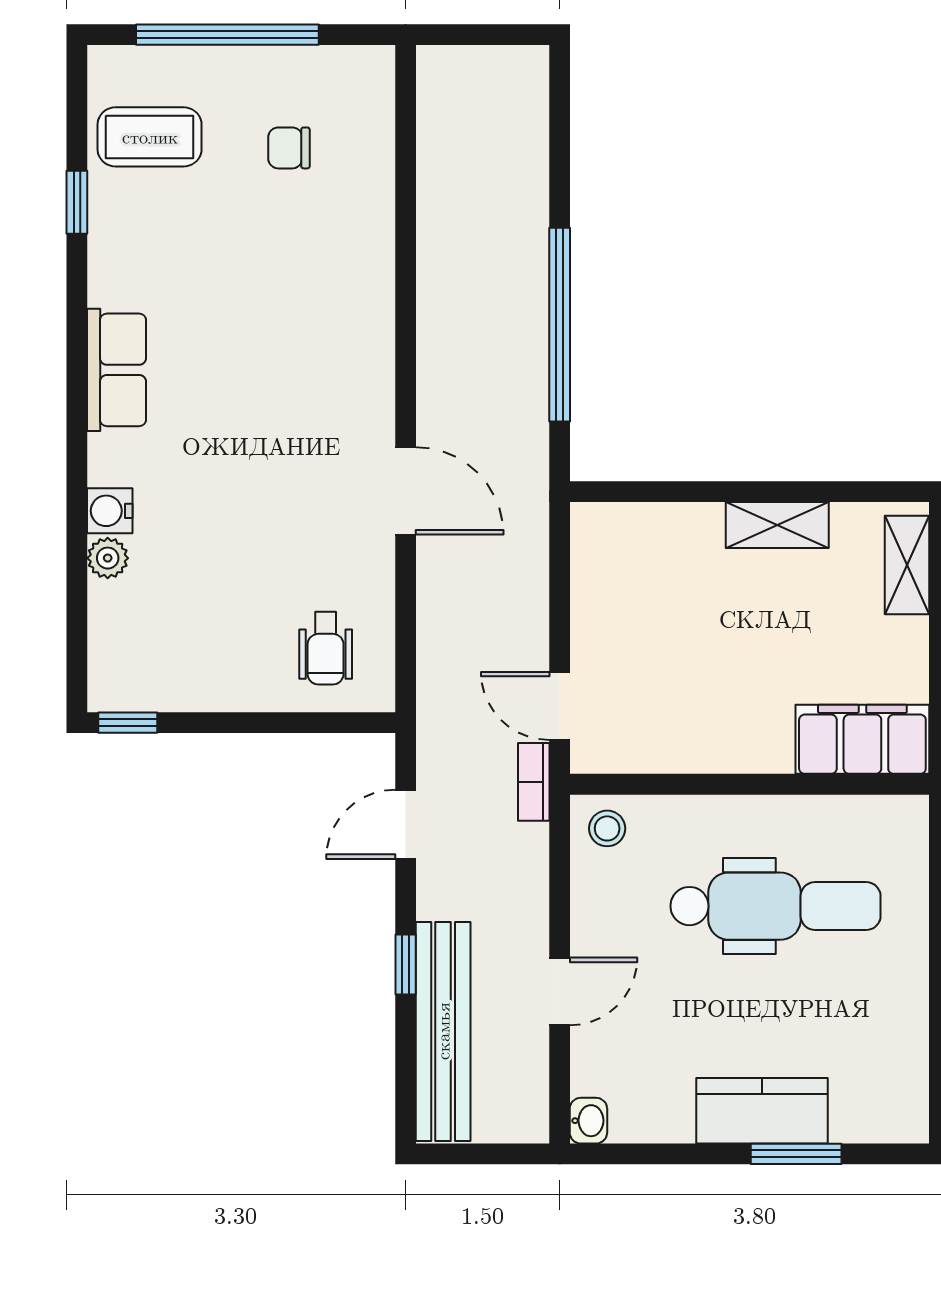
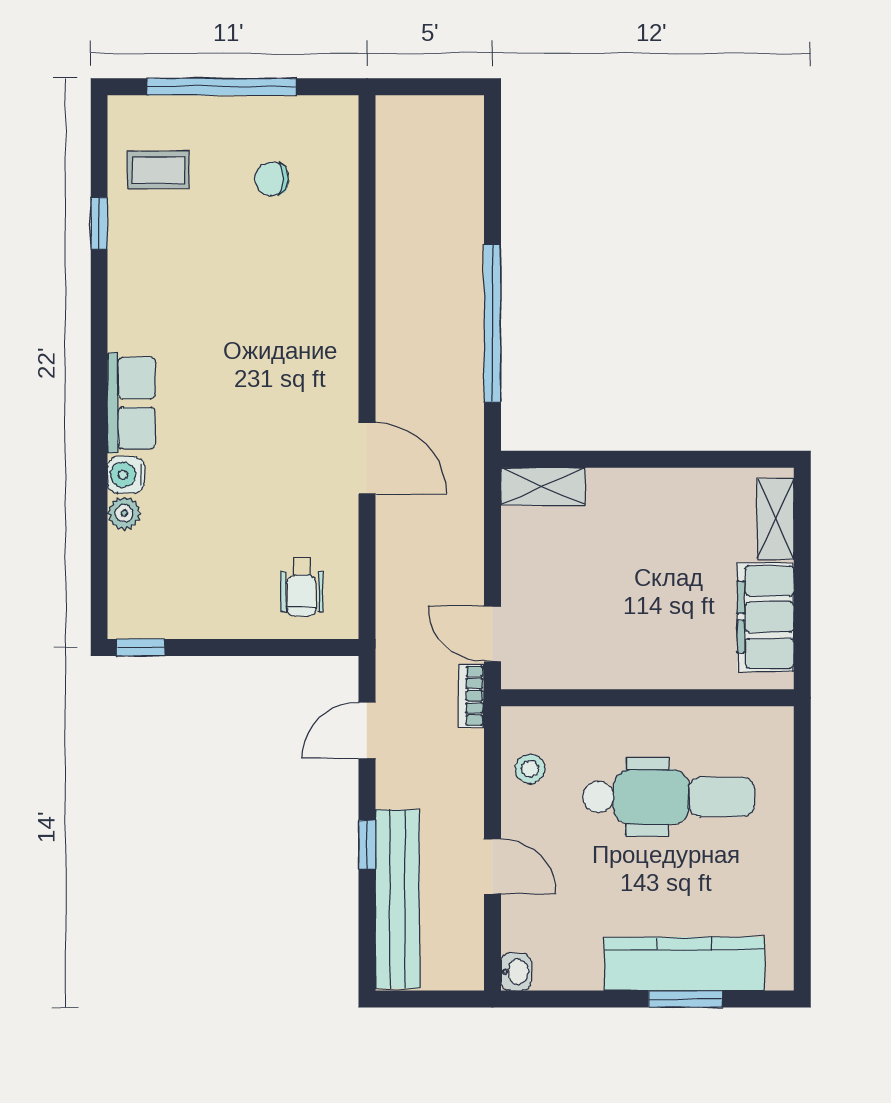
coffee table: (150, 137) -> (158, 170), width x0.73, depth x0.77
row of seats: (117, 370) -> (131, 403), moved
shelving: (777, 525) -> (543, 486), moved
filing cabinet: (862, 739) -> (766, 617), moved, turned -90
stool: (607, 828) -> (530, 769), moved
door: (560, 991) -> (492, 866), hinge flipped
kitchen counter: (762, 1111) -> (684, 964), width x1.50

